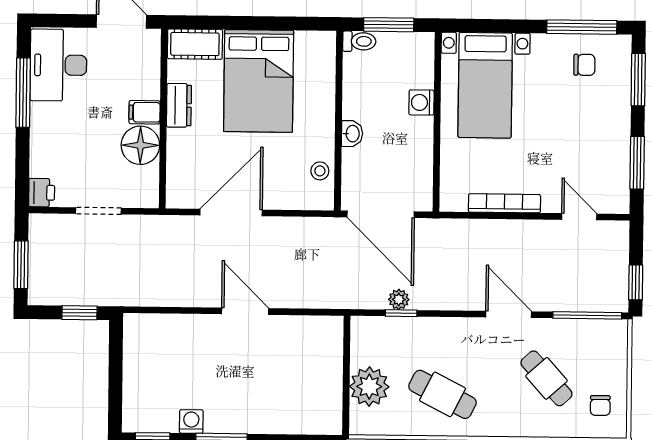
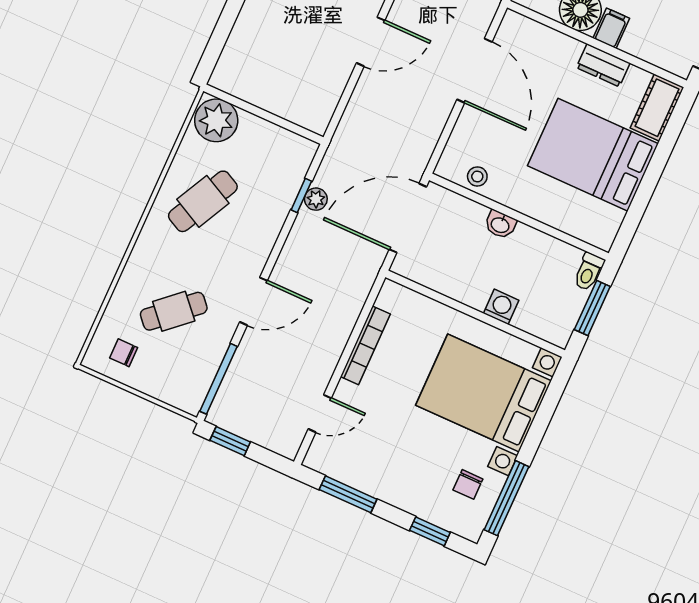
window: (638, 80) -> (430, 531), width x0.67
bed with nightstands: (485, 85) -> (484, 393), width x1.36
plant: (369, 387) -> (216, 120), moved

